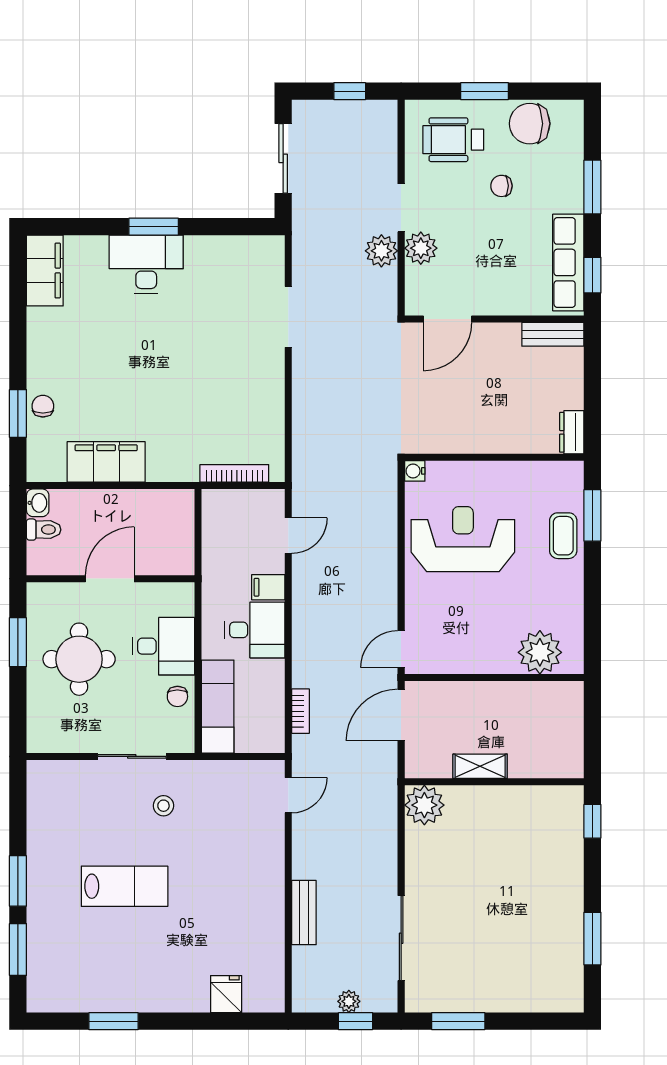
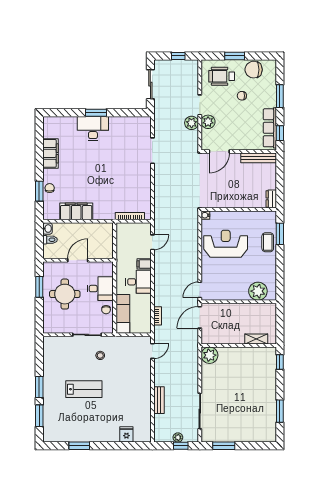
filing cabinet: (45, 271) -> (50, 153), moved
bench: (553, 334) -> (259, 158), width x1.36
shelving: (480, 766) -> (256, 339), moved

